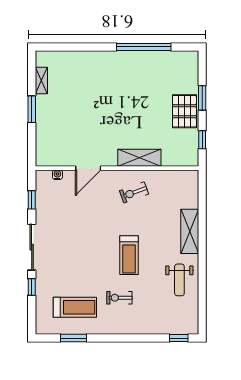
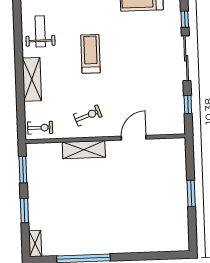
shelving: (41, 81) -> (35, 243), moved
pallet: (184, 111) -> (41, 197), removed
window: (202, 140) -> (23, 170), width x1.50
water cooler: (57, 175) -> (164, 130), removed
exercise bike: (119, 298) -> (40, 128), moved

